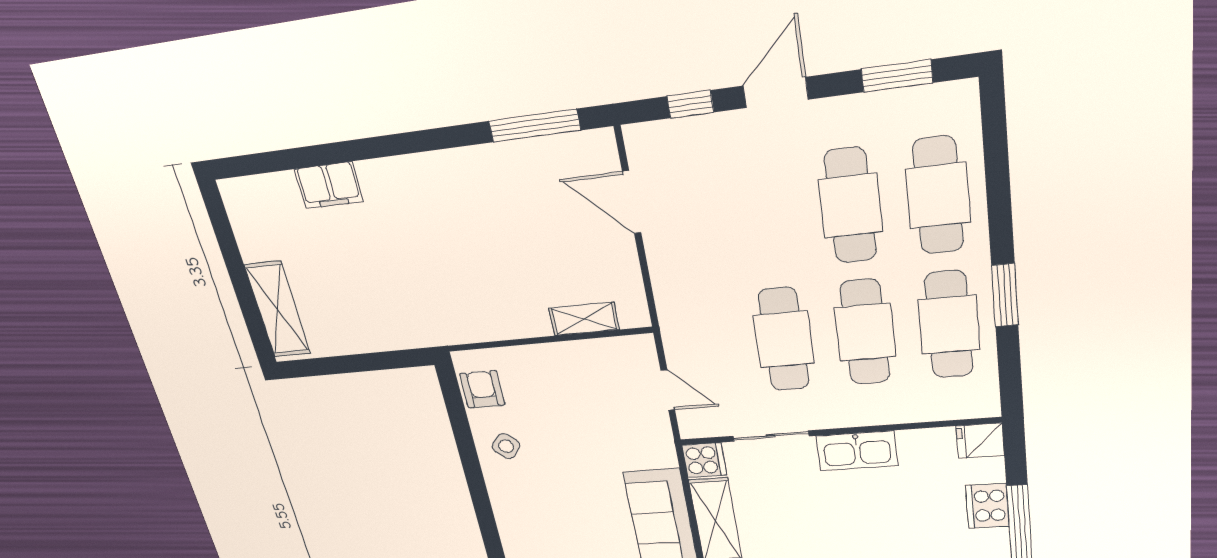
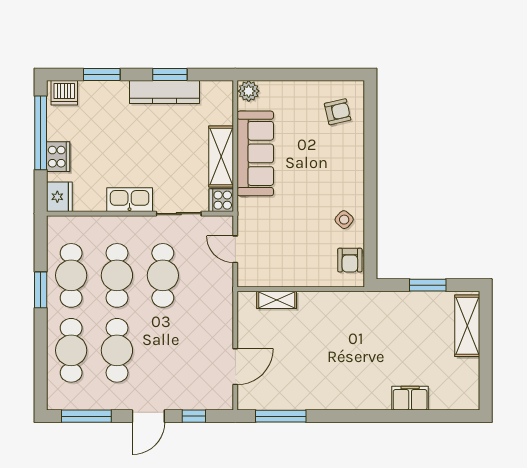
window: (897, 76) -> (86, 416), width x1.44
door: (632, 202) -> (235, 367), hinge flipped
window: (355, 363) -> (428, 285), added
fridge: (980, 441) -> (59, 197), width x1.38

